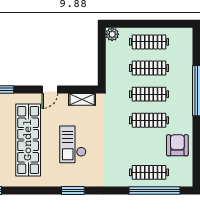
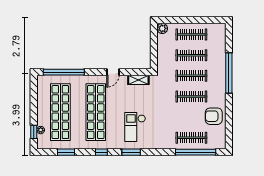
checkout: (73, 144) -> (135, 127), moved
armchair: (177, 145) -> (214, 116), turned -90
window: (35, 191) -> (101, 152), added

